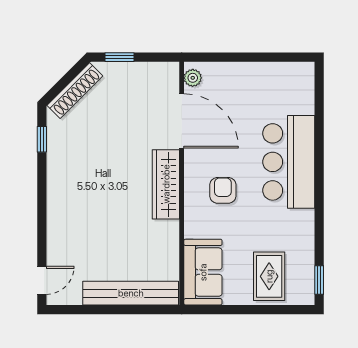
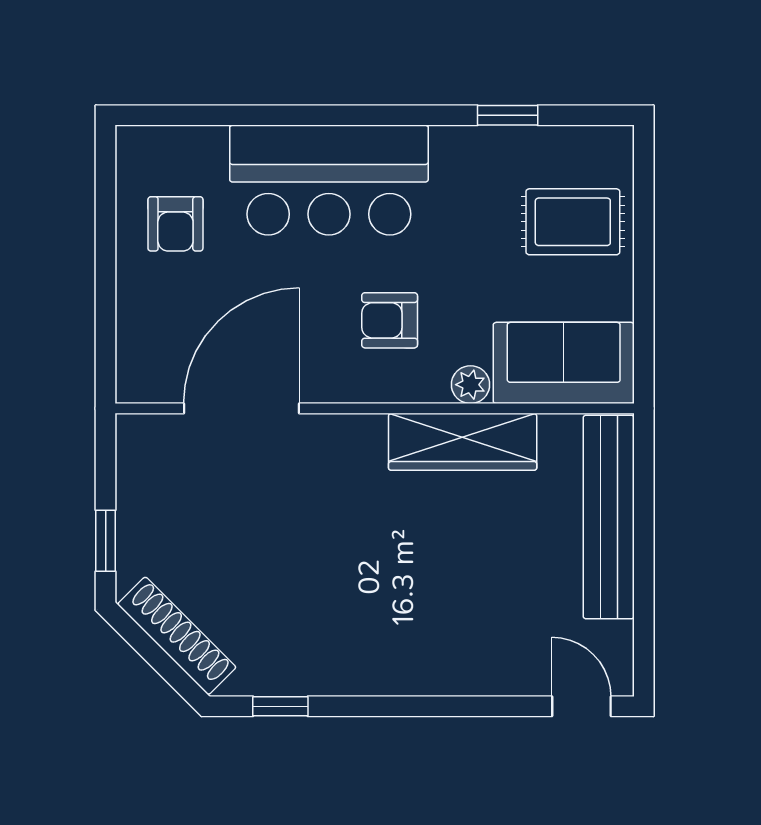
plant: (193, 78) -> (470, 385), moved
armchair: (268, 90) -> (175, 224), added
wardrobe: (166, 184) -> (463, 442), moved
window: (319, 280) -> (508, 115), moved

